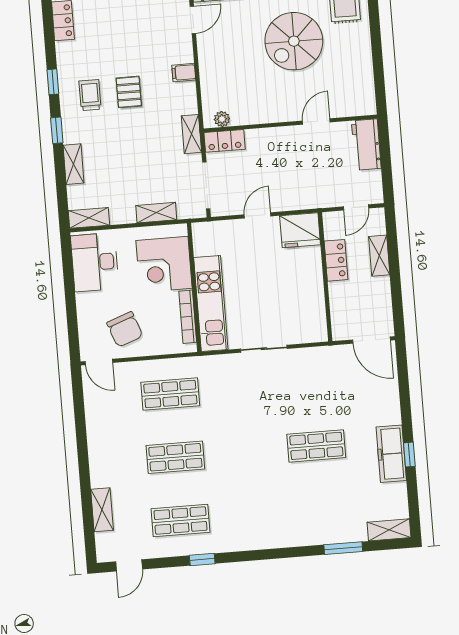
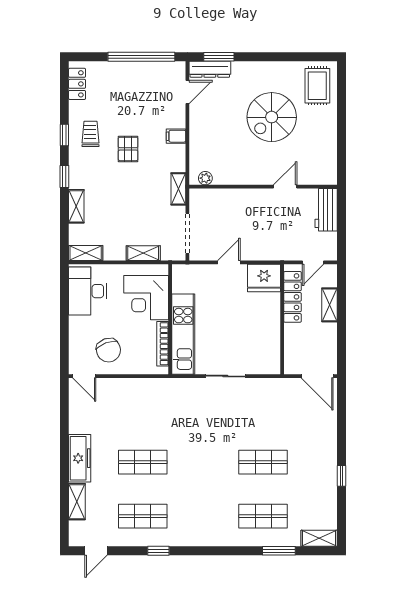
trolley: (90, 95) -> (90, 134), moved
locker: (225, 141) -> (206, 197), removed
locker: (336, 260) -> (292, 297), width x1.53
shop shelf: (170, 394) -> (263, 516), moved
freezer: (391, 454) -> (80, 458), moved, turned 180

